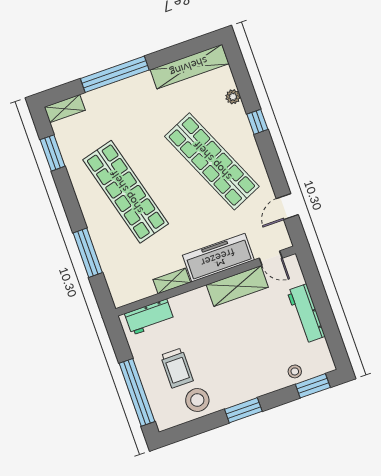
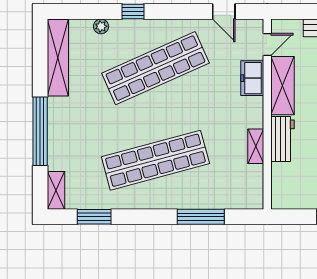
freezer: (218, 258) -> (252, 78), width x0.52, depth x0.79
workbench: (149, 317) -> (283, 139), moved

